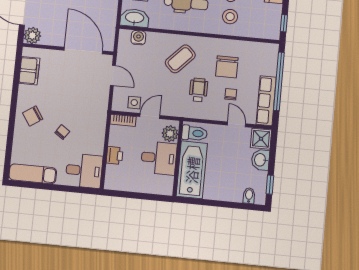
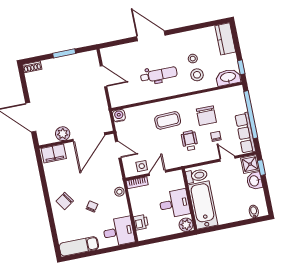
washbasin: (135, 18) -> (228, 77), moved
plant: (32, 35) -> (63, 134), moved
water cooler: (138, 38) -> (119, 116), moved
door: (83, 51) -> (89, 137), swing flipped
coffee table: (180, 59) -> (168, 120), turned 44
filing cabinet: (29, 71) -> (54, 153), moved, turned 90
stool: (99, 125) -> (119, 192), added
plant: (170, 134) -> (186, 225), moved
printer: (115, 155) -> (141, 222), moved
window: (270, 185) -> (261, 168), moved

